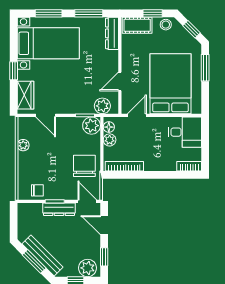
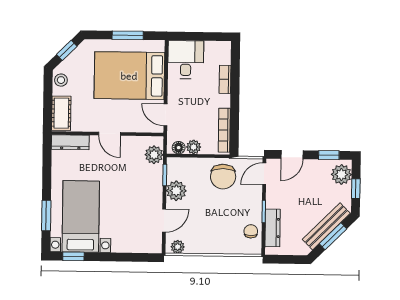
window: (89, 13) -> (47, 169), removed
window: (153, 13) -> (48, 95), removed
window: (205, 68) -> (128, 35), moved
window: (14, 71) -> (73, 256), moved
door: (120, 82) -> (109, 134), moved
wardrobe: (25, 95) -> (140, 244), removed
plant: (92, 126) -> (176, 191), moved
plant: (23, 145) -> (178, 247), moved
chair: (84, 166) -> (223, 177), turned -90
bookcase: (189, 166) -> (225, 79), moved
dresser: (59, 209) -> (273, 228), moved

